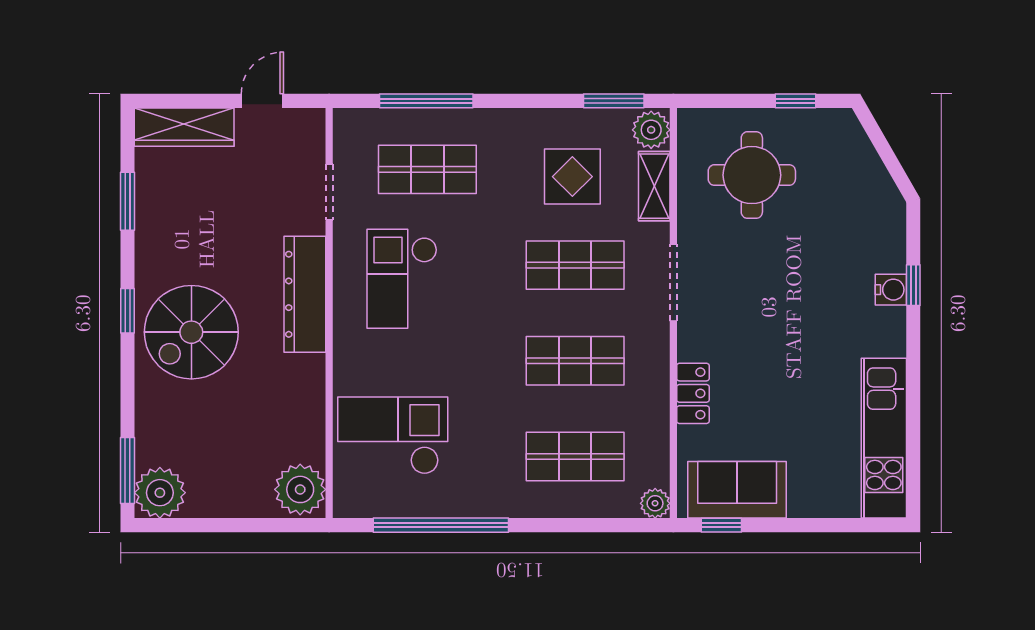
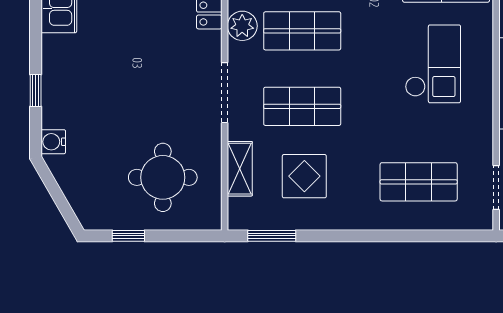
window: (426, 101) -> (419, 236), removed
plant: (651, 130) -> (242, 26), moved
doorway: (329, 192) -> (496, 187), moved
checkout: (402, 279) -> (433, 64), moved
water cooler: (891, 290) -> (53, 142), moved

